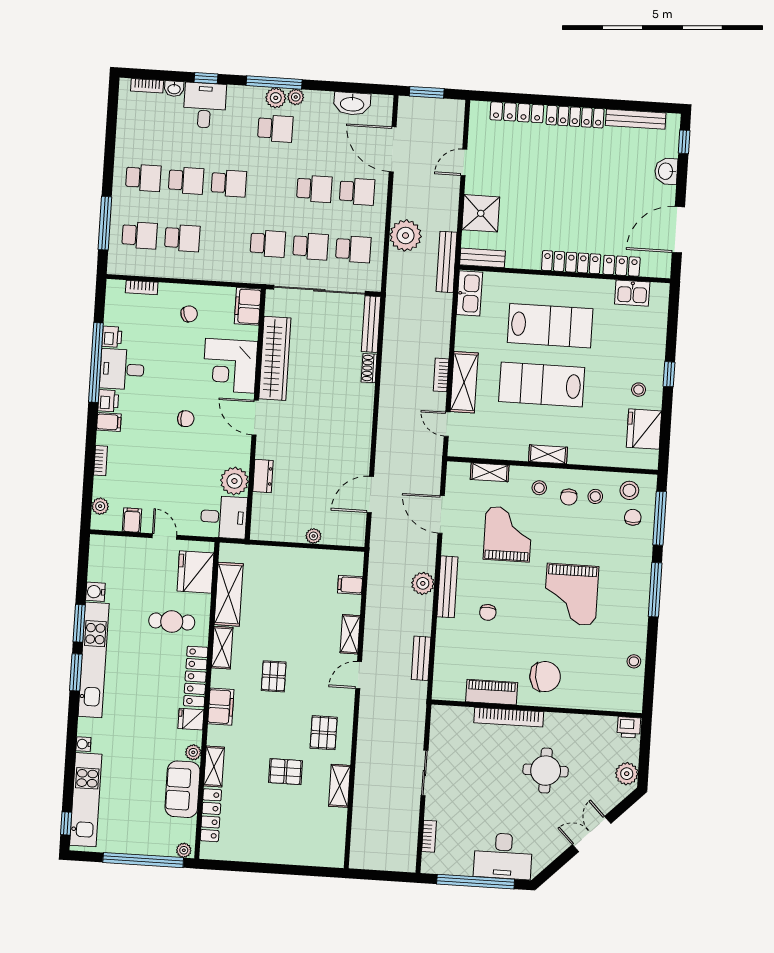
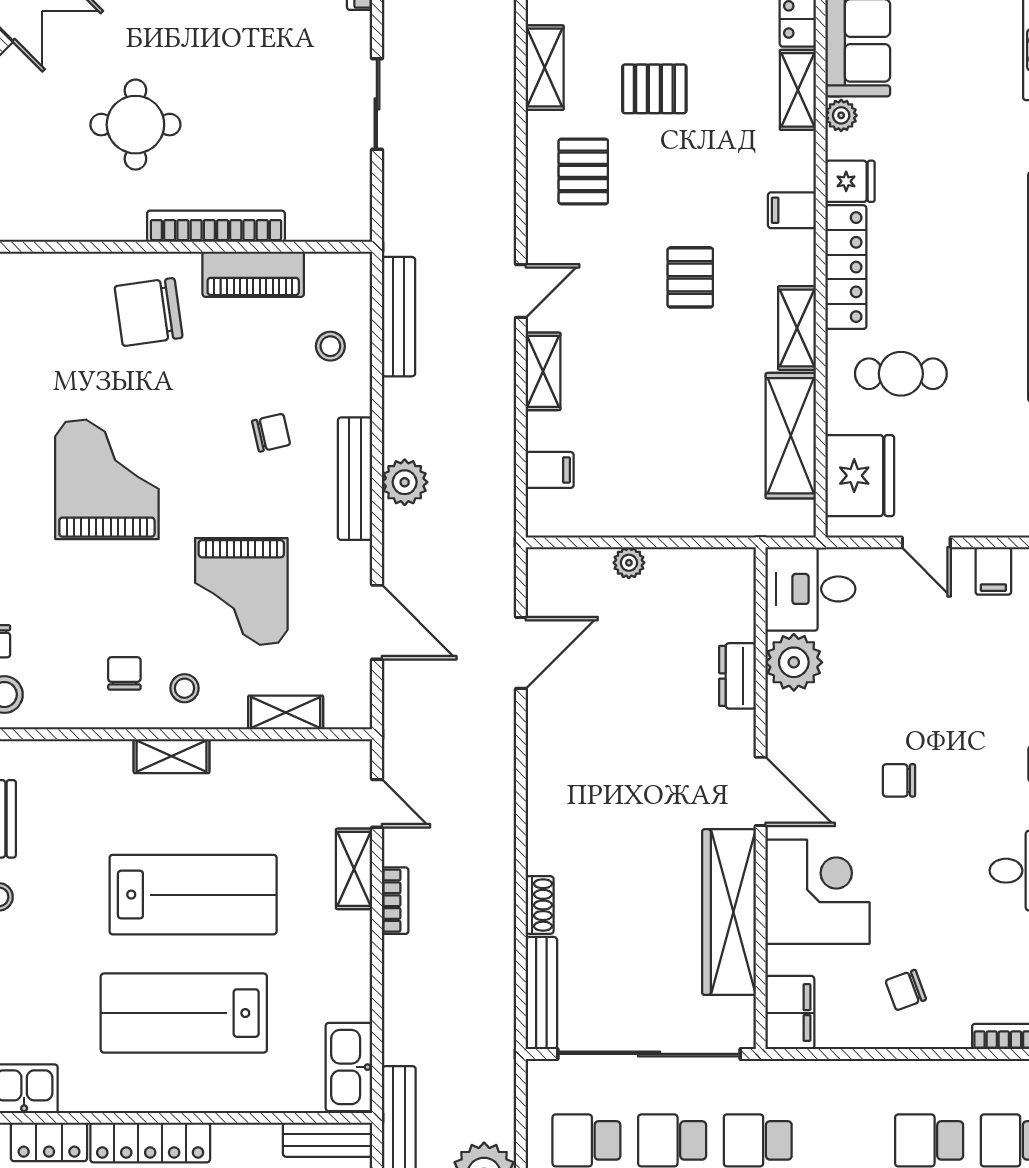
shelving: (464, 382) -> (354, 869), width x0.67, depth x0.75
stool: (595, 496) -> (330, 346), moved
chair: (488, 612) -> (271, 433), turned 75
bench: (421, 658) -> (398, 317), width x1.36
filing cabinet: (221, 707) -> (792, 210), width x0.50

